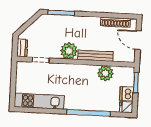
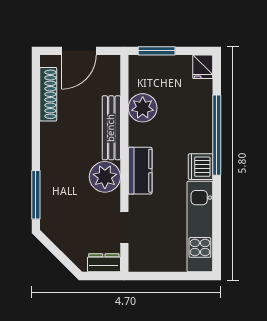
kitchen counter: (71, 70) -> (140, 171), added
dishwasher: (127, 94) -> (201, 167), moved, turned 90

